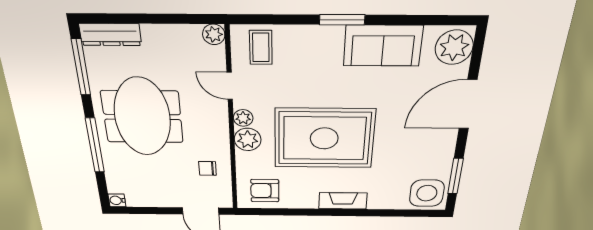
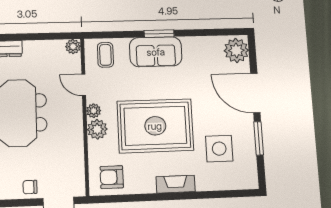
sofa: (383, 46) -> (156, 52), moved
door: (468, 104) -> (255, 93), hinge flipped
chair: (208, 168) -> (30, 187), moved
window: (455, 176) -> (259, 138), moved
side table: (427, 193) -> (219, 149), moved

